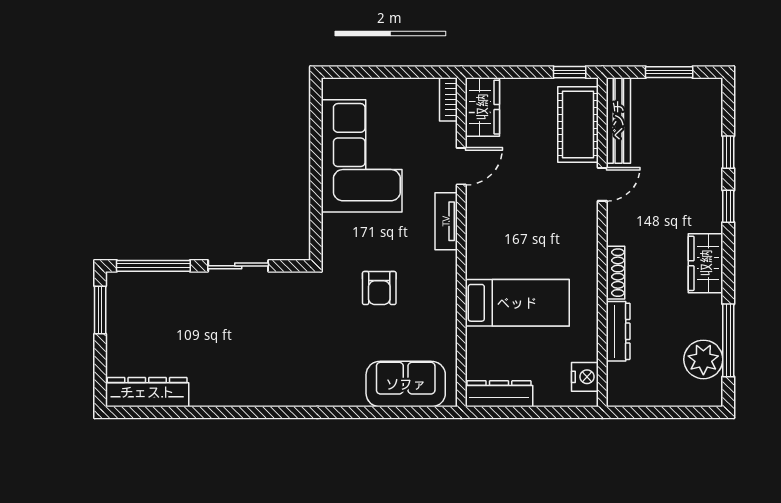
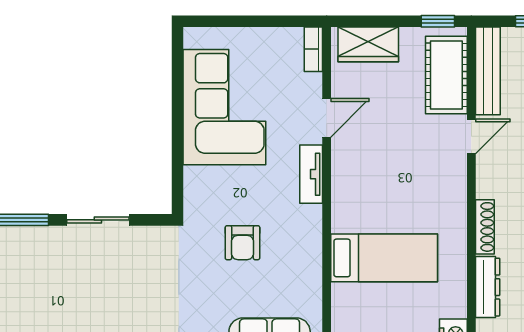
wardrobe: (482, 107) -> (368, 44), moved, turned 90

